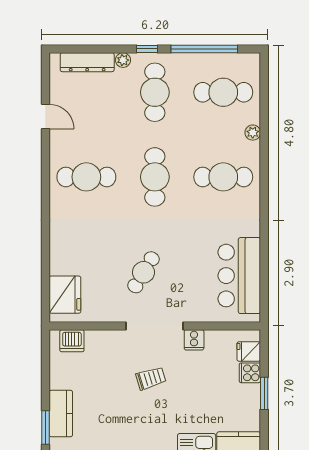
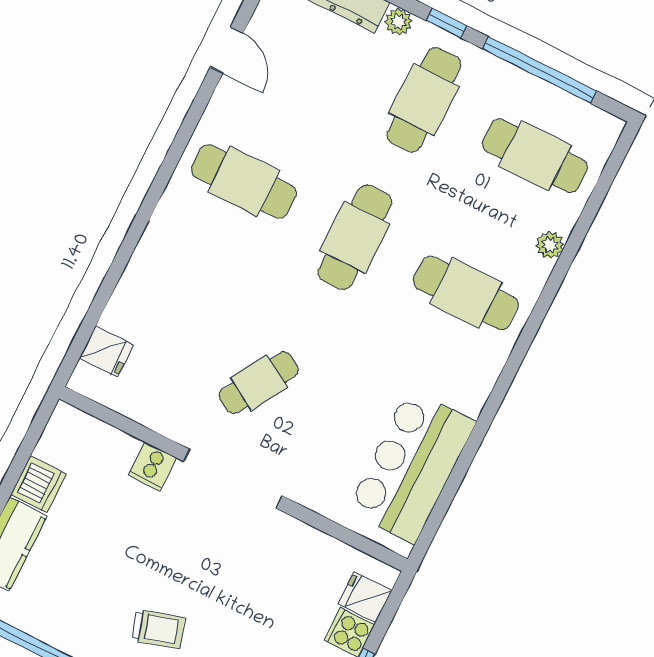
fridge: (65, 295) -> (107, 351), width x0.53, depth x0.75
cooker: (194, 340) -> (152, 466), moved
dishwasher: (72, 341) -> (39, 484), moved, turned -90
trolley: (151, 378) -> (158, 629), moved

